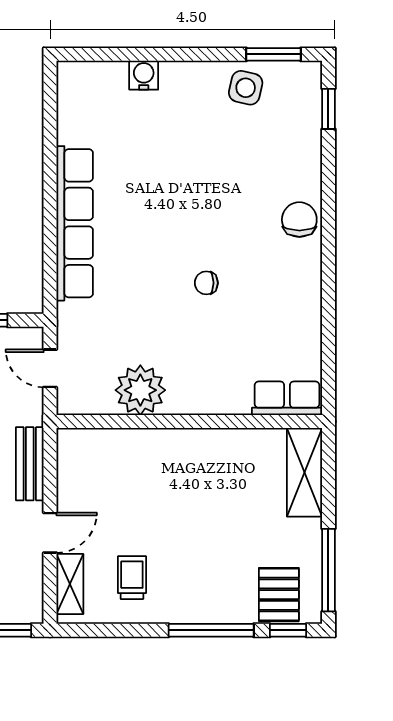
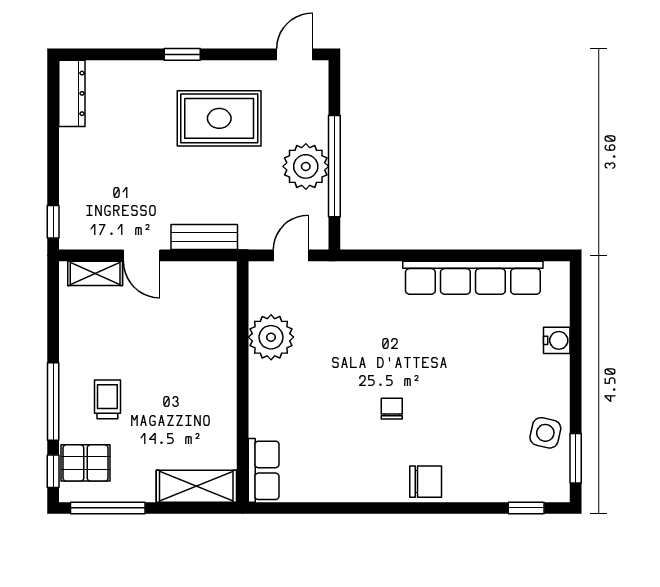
row of seats: (75, 223) -> (473, 278), moved
chair: (206, 283) -> (392, 409), moved
trolley: (132, 578) -> (107, 399), moved, turned -90

